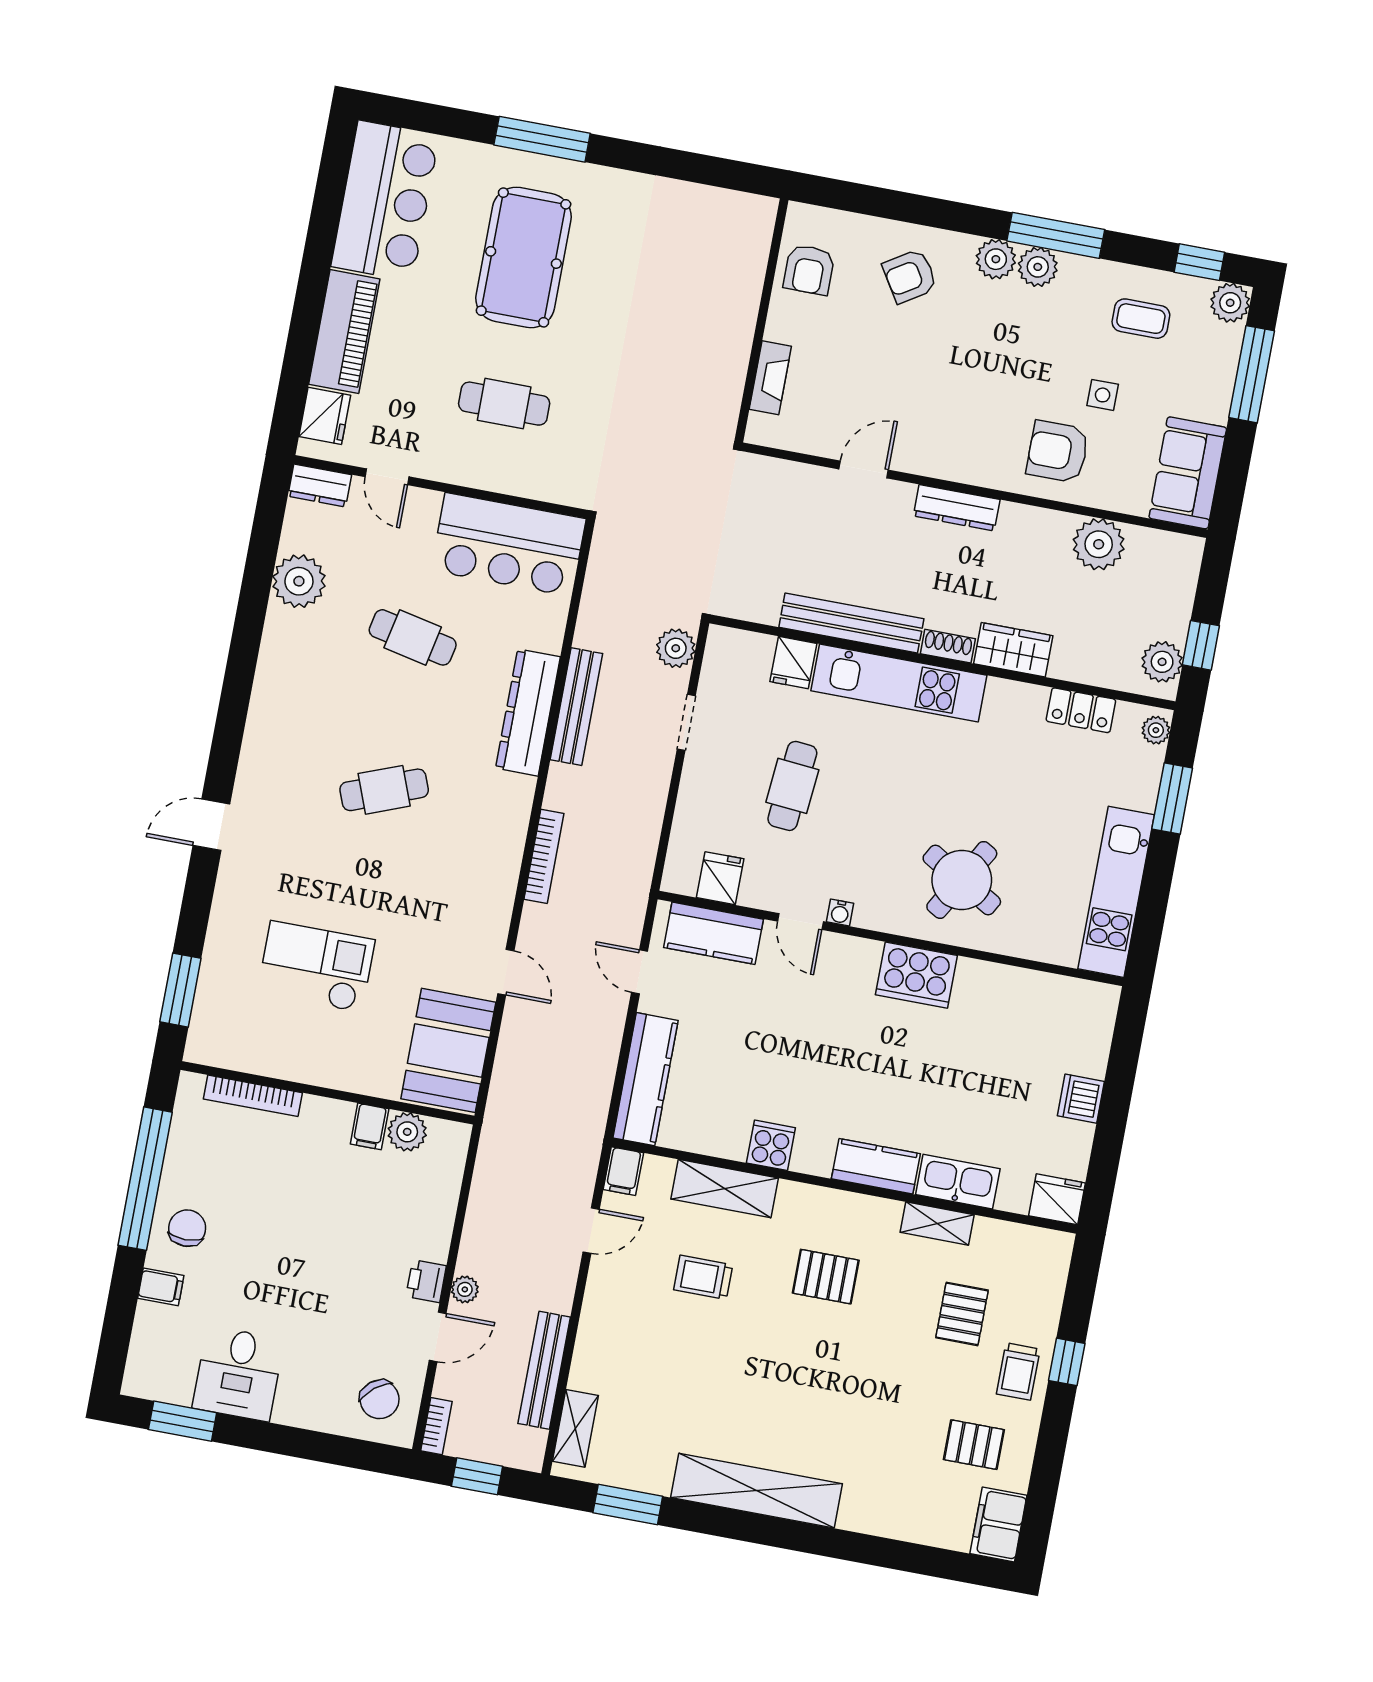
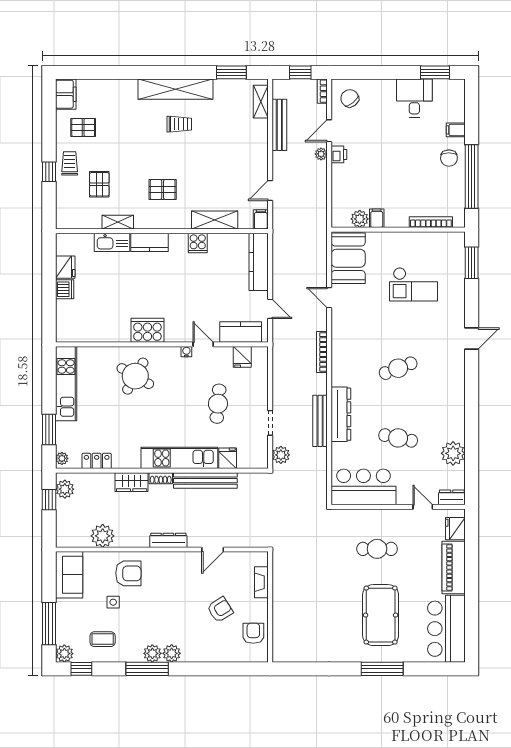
armchair: (910, 276) -> (220, 610), moved
fridge: (1057, 1199) -> (65, 267), moved, turned -90
trolley: (703, 1277) -> (179, 124), moved

